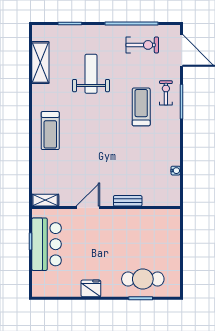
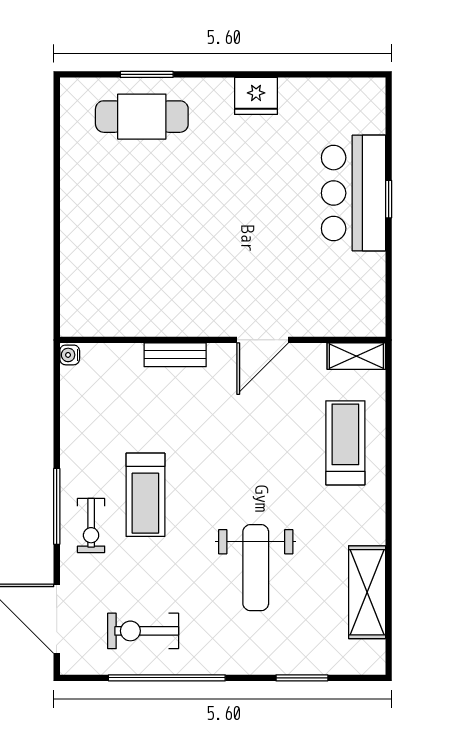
shelving: (45, 200) -> (356, 356), moved
bench: (128, 201) -> (175, 355), moved
door: (88, 208) -> (263, 340), moved
wall: (106, 208) -> (223, 340), moved

